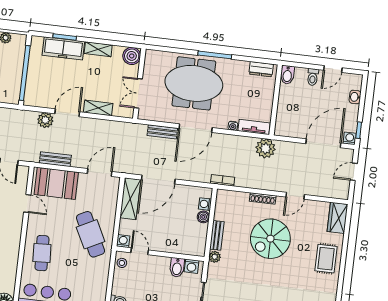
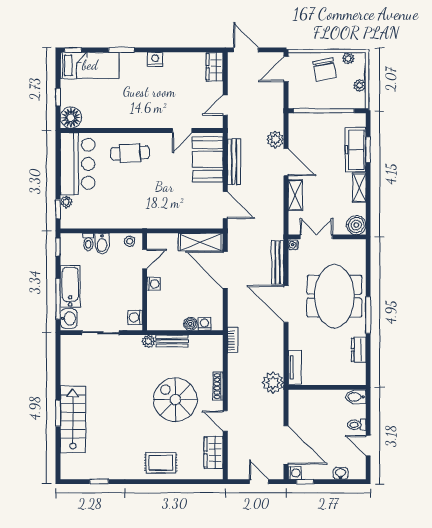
dresser: (261, 69) -> (359, 350), moved
water cooler: (233, 126) -> (293, 245), moved
bench: (162, 132) -> (278, 262), width x1.36
bench: (55, 159) -> (234, 161), width x1.36
wardrobe: (337, 218) -> (214, 452), moved, turned -90
cafe table: (91, 234) -> (157, 203), removed
washing machine: (123, 241) -> (154, 284), moved
bidet: (177, 267) -> (102, 244), moved, turned -90

